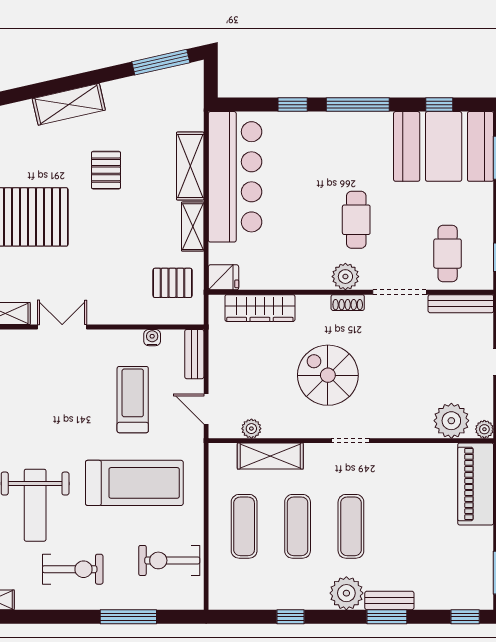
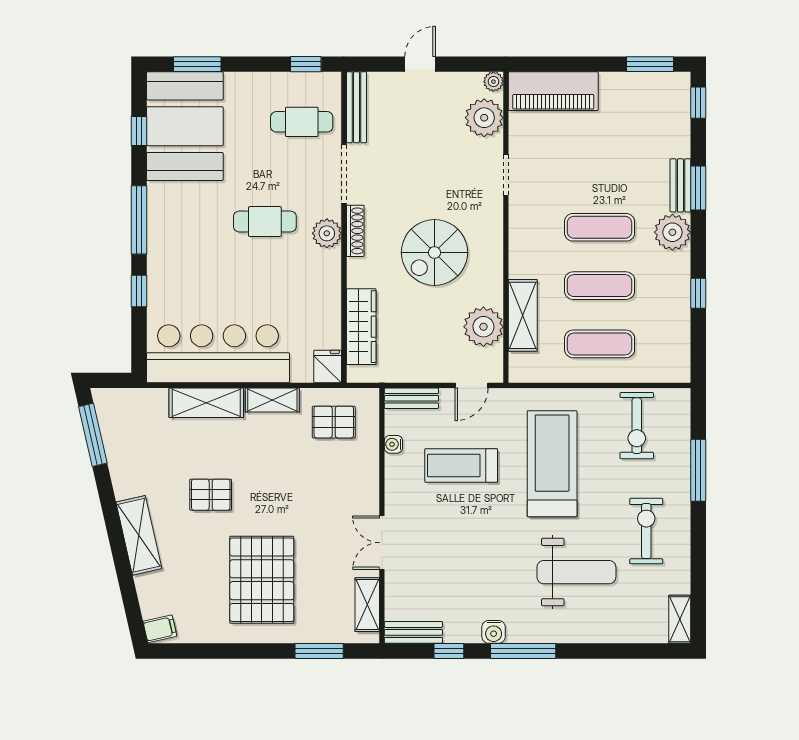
pallet: (173, 283) -> (334, 422), turned 90
shoe rack: (348, 303) -> (355, 231), width x1.43
plant: (251, 429) -> (483, 327), width x1.87, depth x1.87
doorway: (350, 441) -> (506, 175), moved

